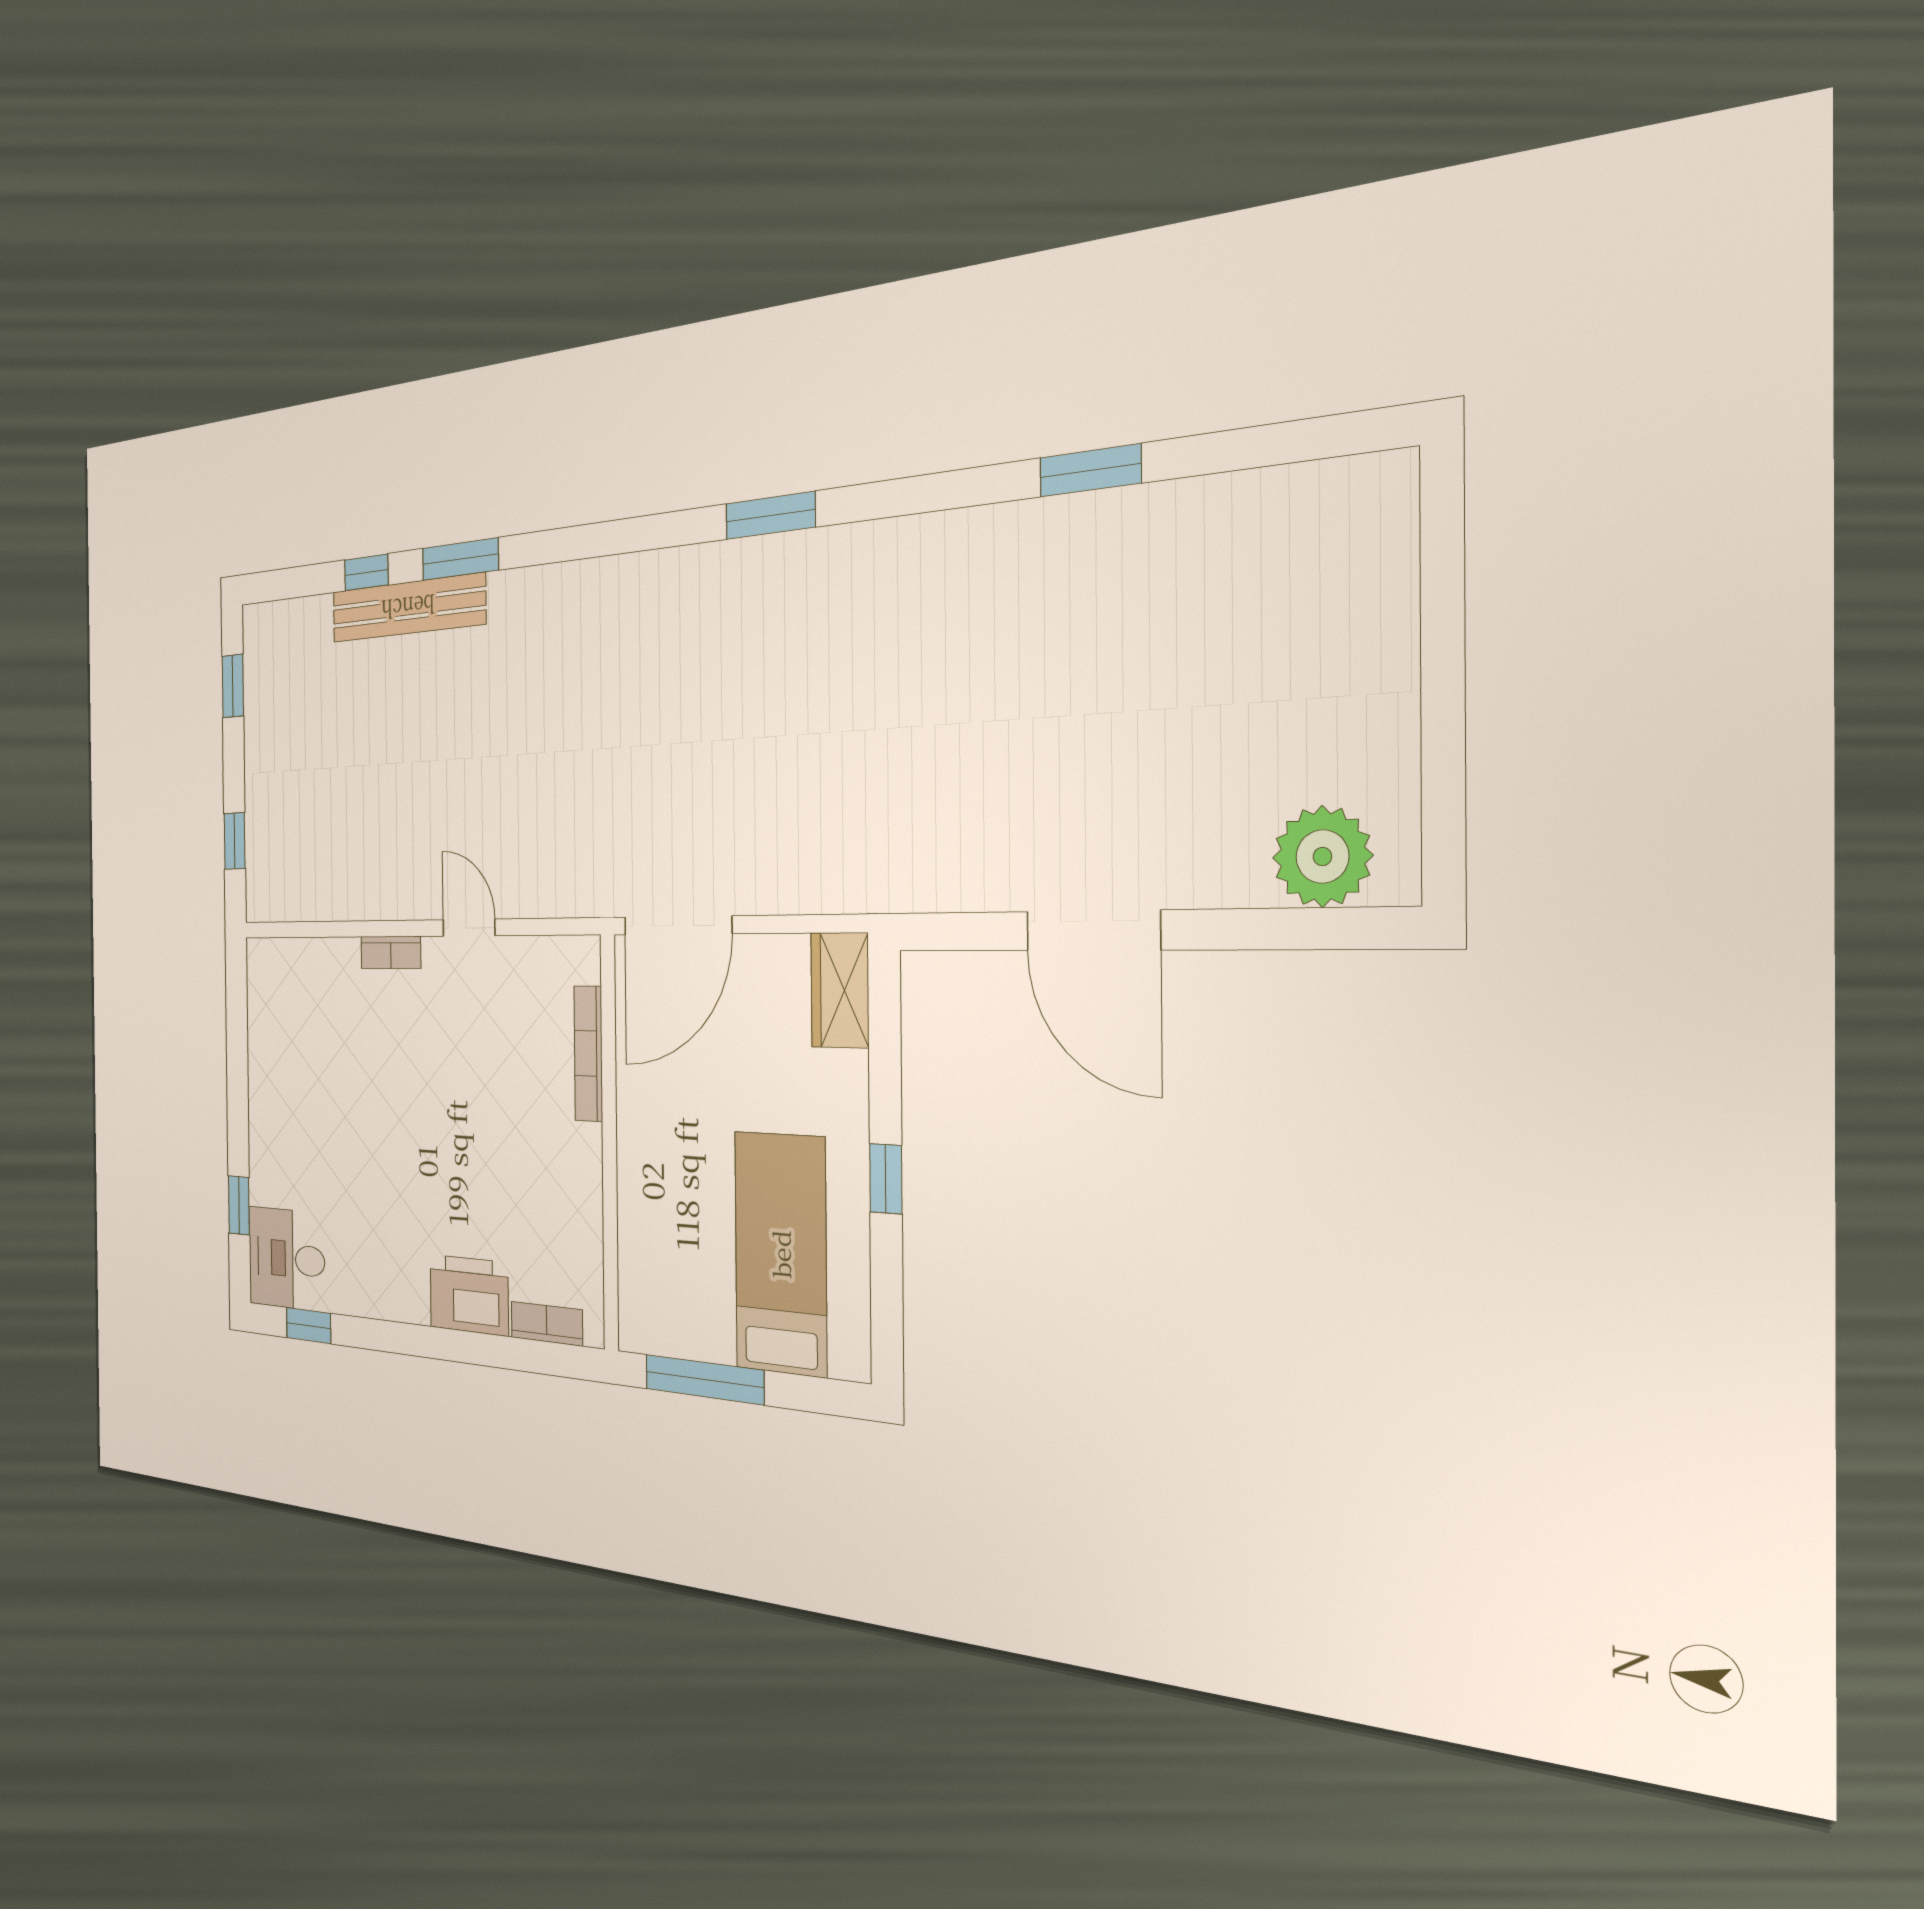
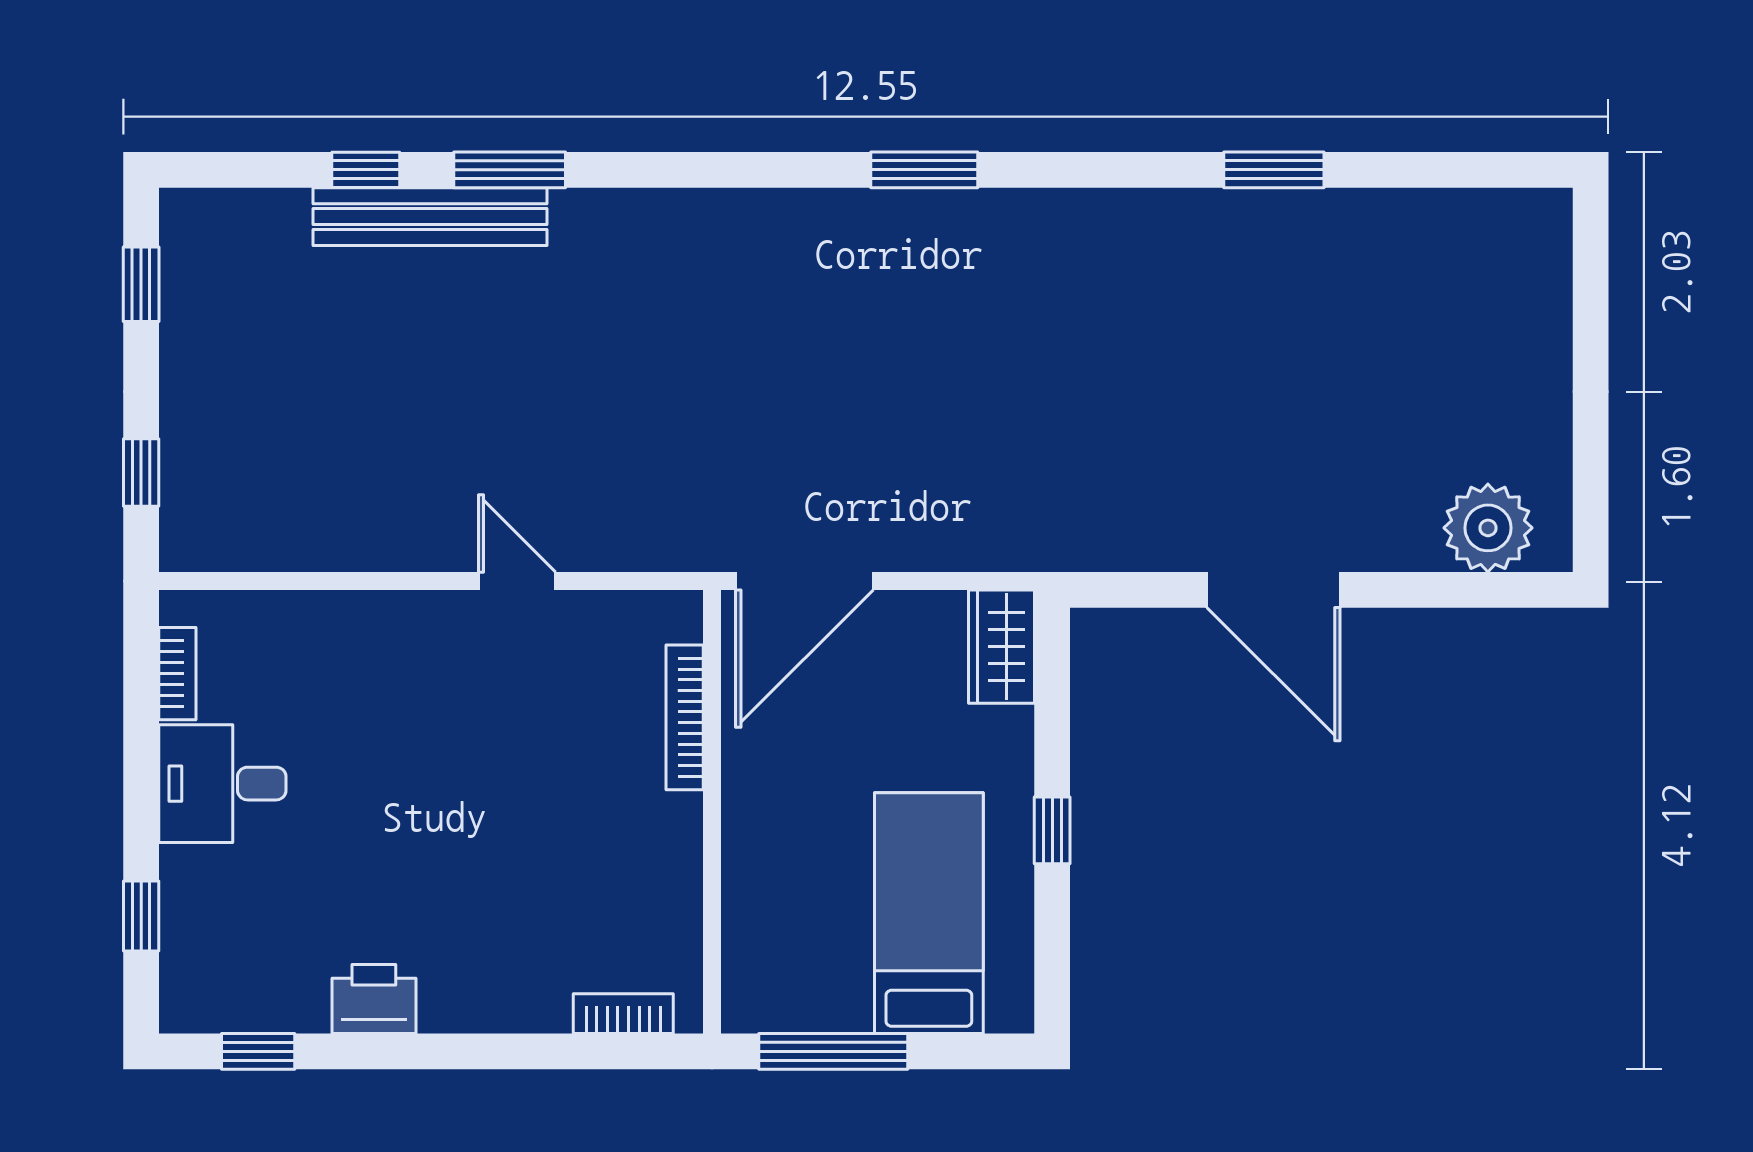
bookcase: (391, 952) -> (177, 674), moved, turned -90
desk: (287, 1259) -> (222, 784), moved
printer: (469, 1295) -> (374, 999), moved, width x0.73, depth x0.84

